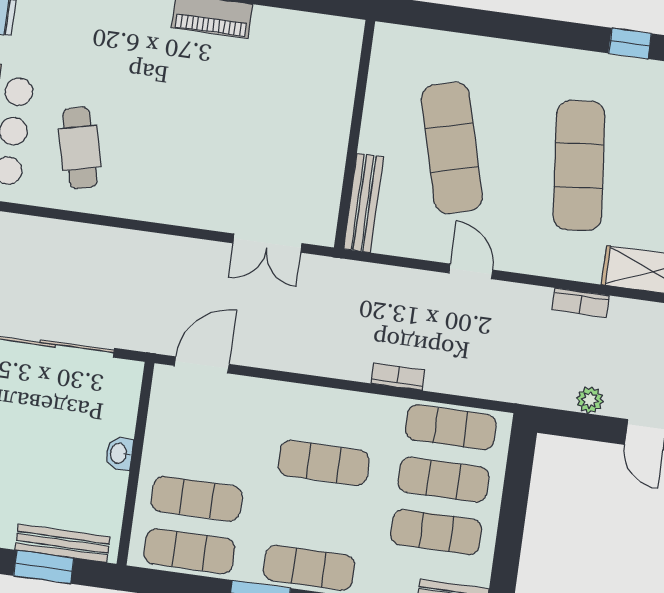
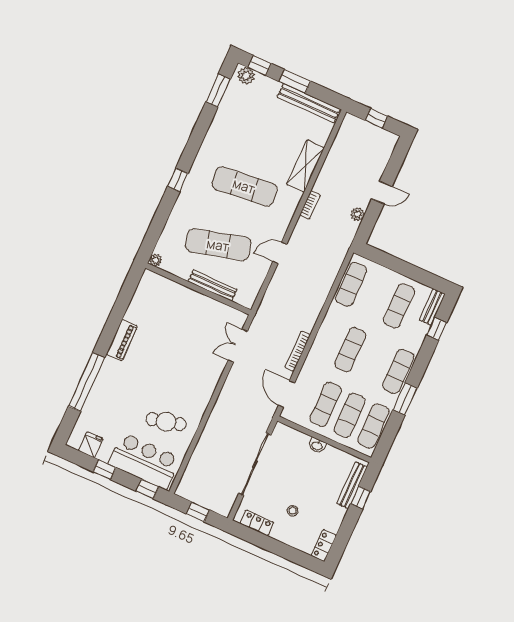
plant: (386, 35) -> (155, 260), added
window: (630, 43) -> (178, 180), moved
bench: (364, 203) -> (213, 285), moved
double door: (267, 243) -> (238, 346), swing flipped
bookcase: (398, 377) -> (298, 351), moved, width x1.56
exercise mat: (443, 480) -> (326, 404), moved
window: (44, 567) -> (361, 498), width x0.67

